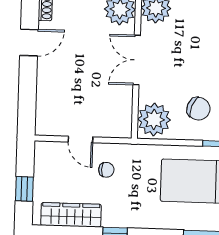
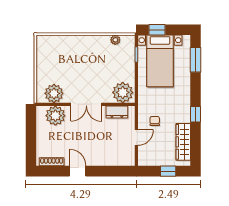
dresser: (123, 109) -> (117, 112), added
chair: (198, 109) -> (115, 65), removed

